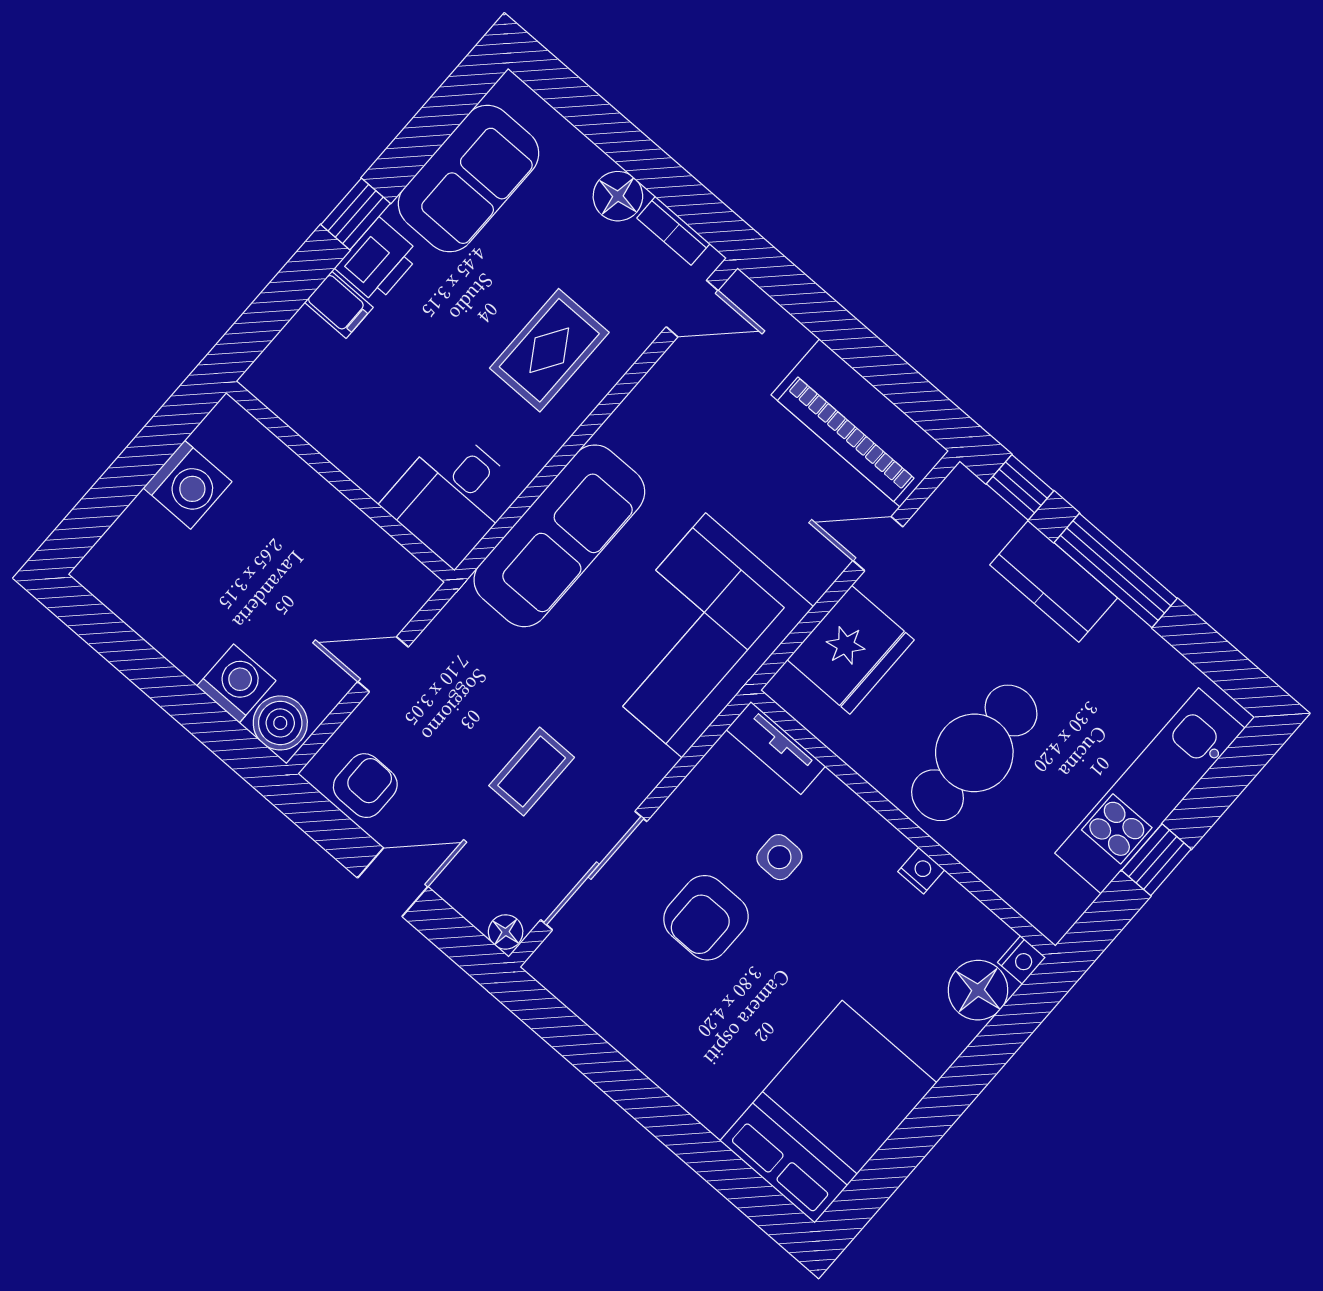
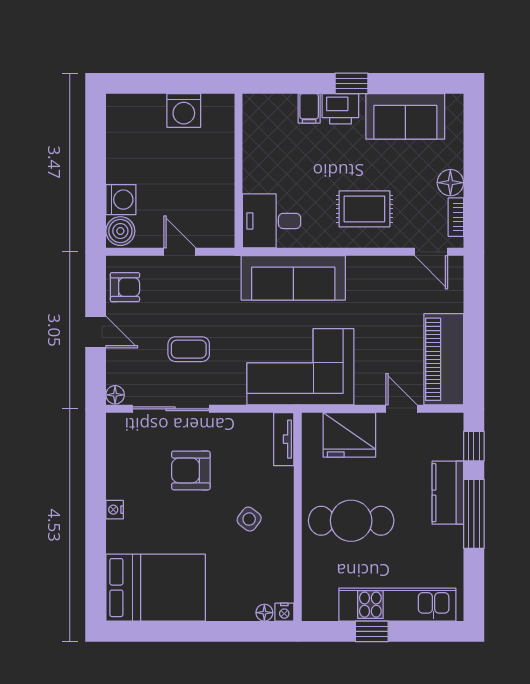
side table: (779, 857) -> (249, 519), moved, turned 37
nightstand: (921, 871) -> (115, 510), moved, turned 180
floor lamp: (978, 990) -> (264, 613), width x0.53, depth x0.53

